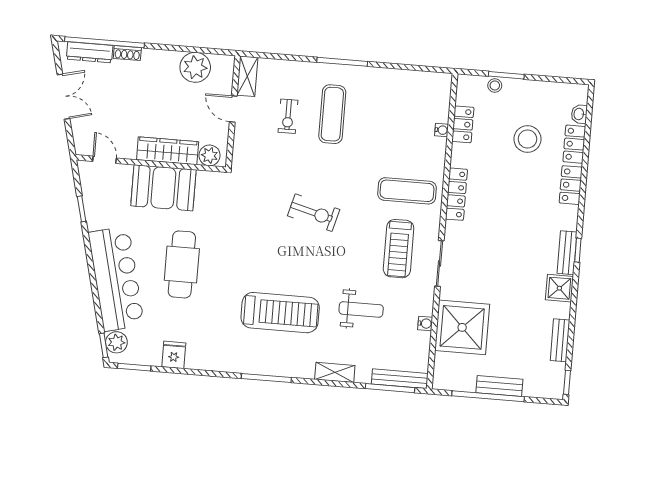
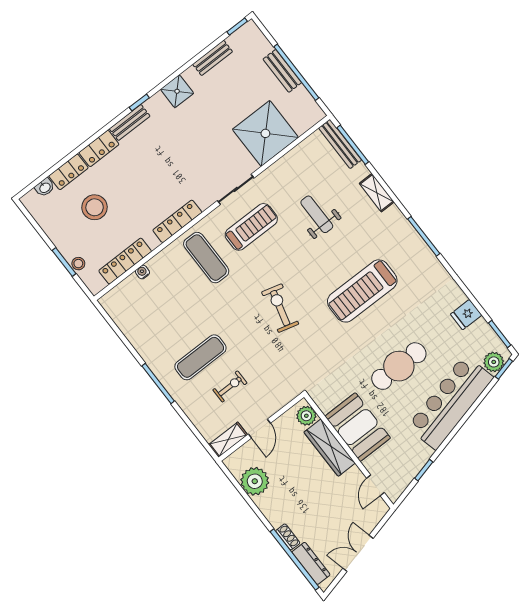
locker: (463, 124) -> (125, 261), width x1.53
bench: (567, 253) -> (130, 122), moved
treadmill: (280, 313) -> (362, 291), moved, turned -90
water cooler: (425, 323) -> (286, 161), removed

